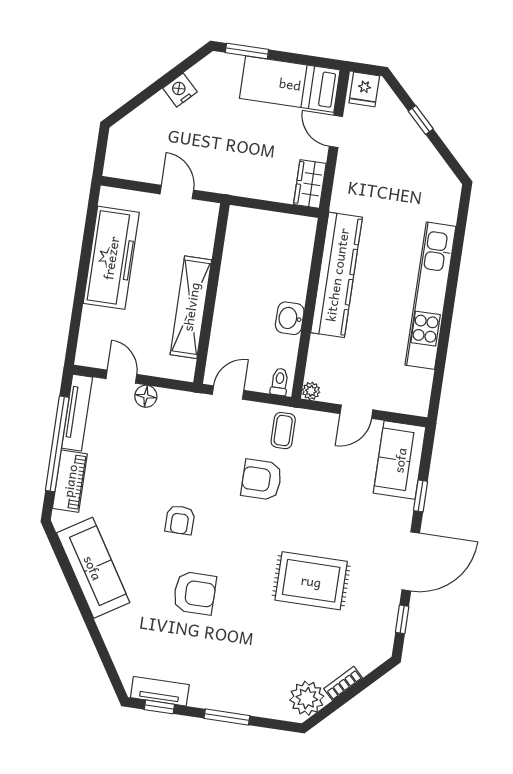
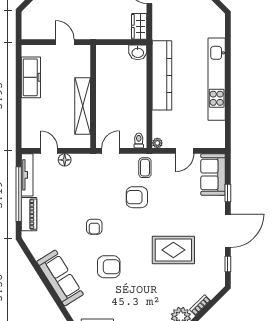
freezer: (111, 258) -> (31, 77), width x0.73, depth x0.79
washbasin: (290, 318) -> (138, 52), moved, turned -90
sofa: (93, 568) -> (60, 278), moved

